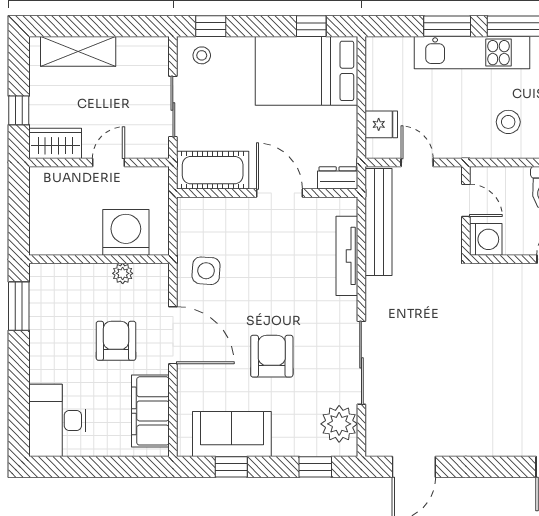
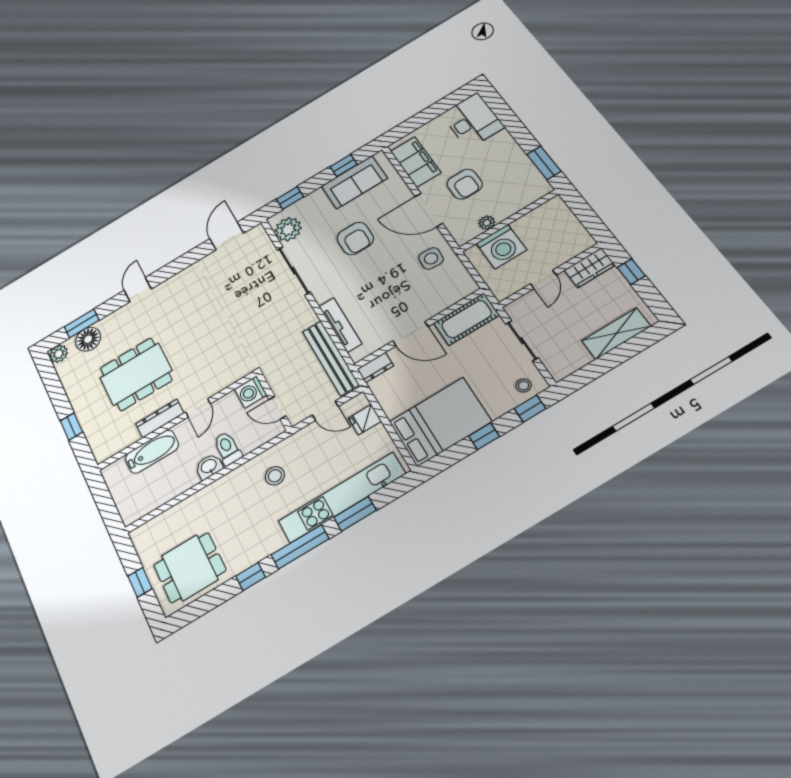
window: (311, 26) -> (484, 436), moved
kitchen unit: (472, 53) -> (342, 497), width x1.36

